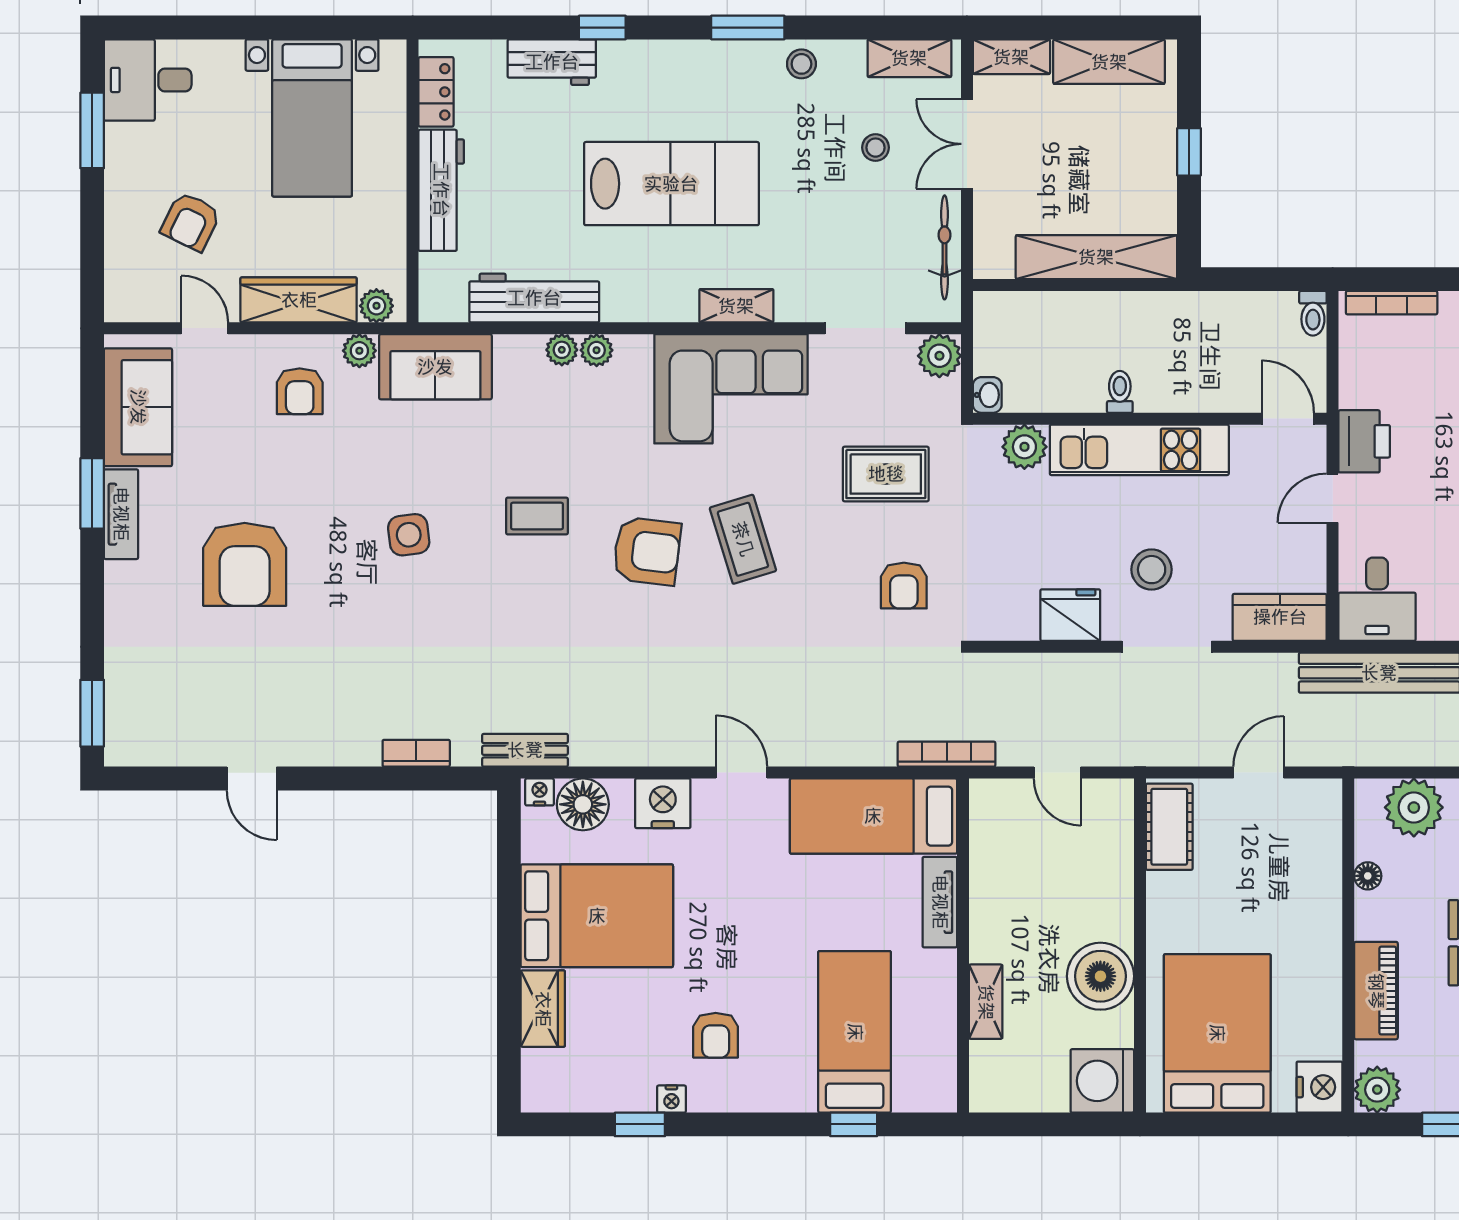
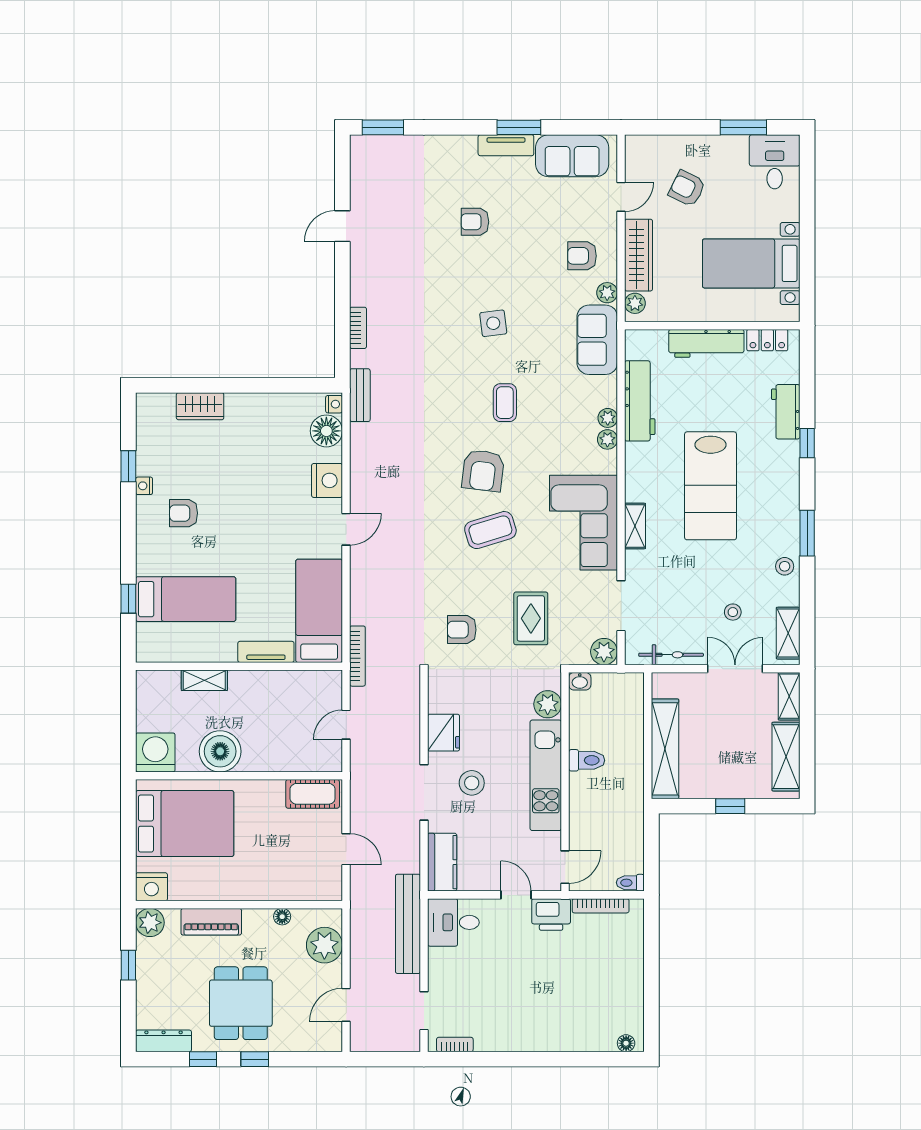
bookcase: (1392, 303) -> (601, 906), moved, turned -90
toilet: (1120, 392) -> (587, 760), width x1.37, depth x1.39
armchair: (245, 564) -> (475, 222), width x0.53, depth x0.53
bed: (597, 916) -> (257, 440), removed

